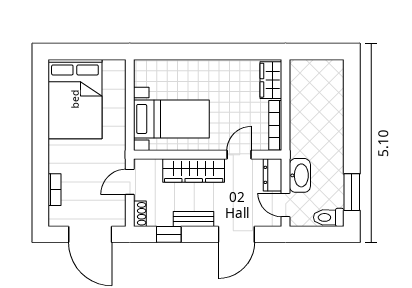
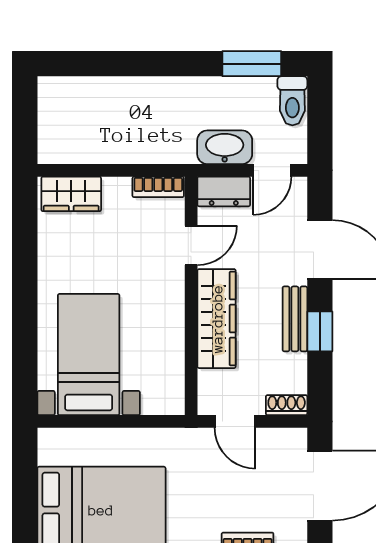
bed with nightstands: (171, 119) -> (89, 355), moved
bookcase: (275, 125) -> (158, 187), width x0.64
door: (239, 155) -> (191, 245), swing flipped
window: (169, 234) -> (320, 331), moved

